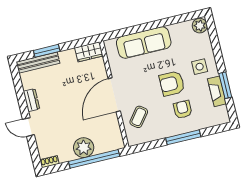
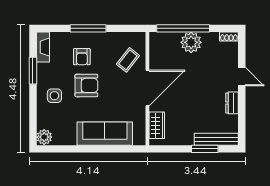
wardrobe: (89, 52) -> (157, 125), moved, turned 90
fireplace: (217, 91) -> (43, 47), moved

